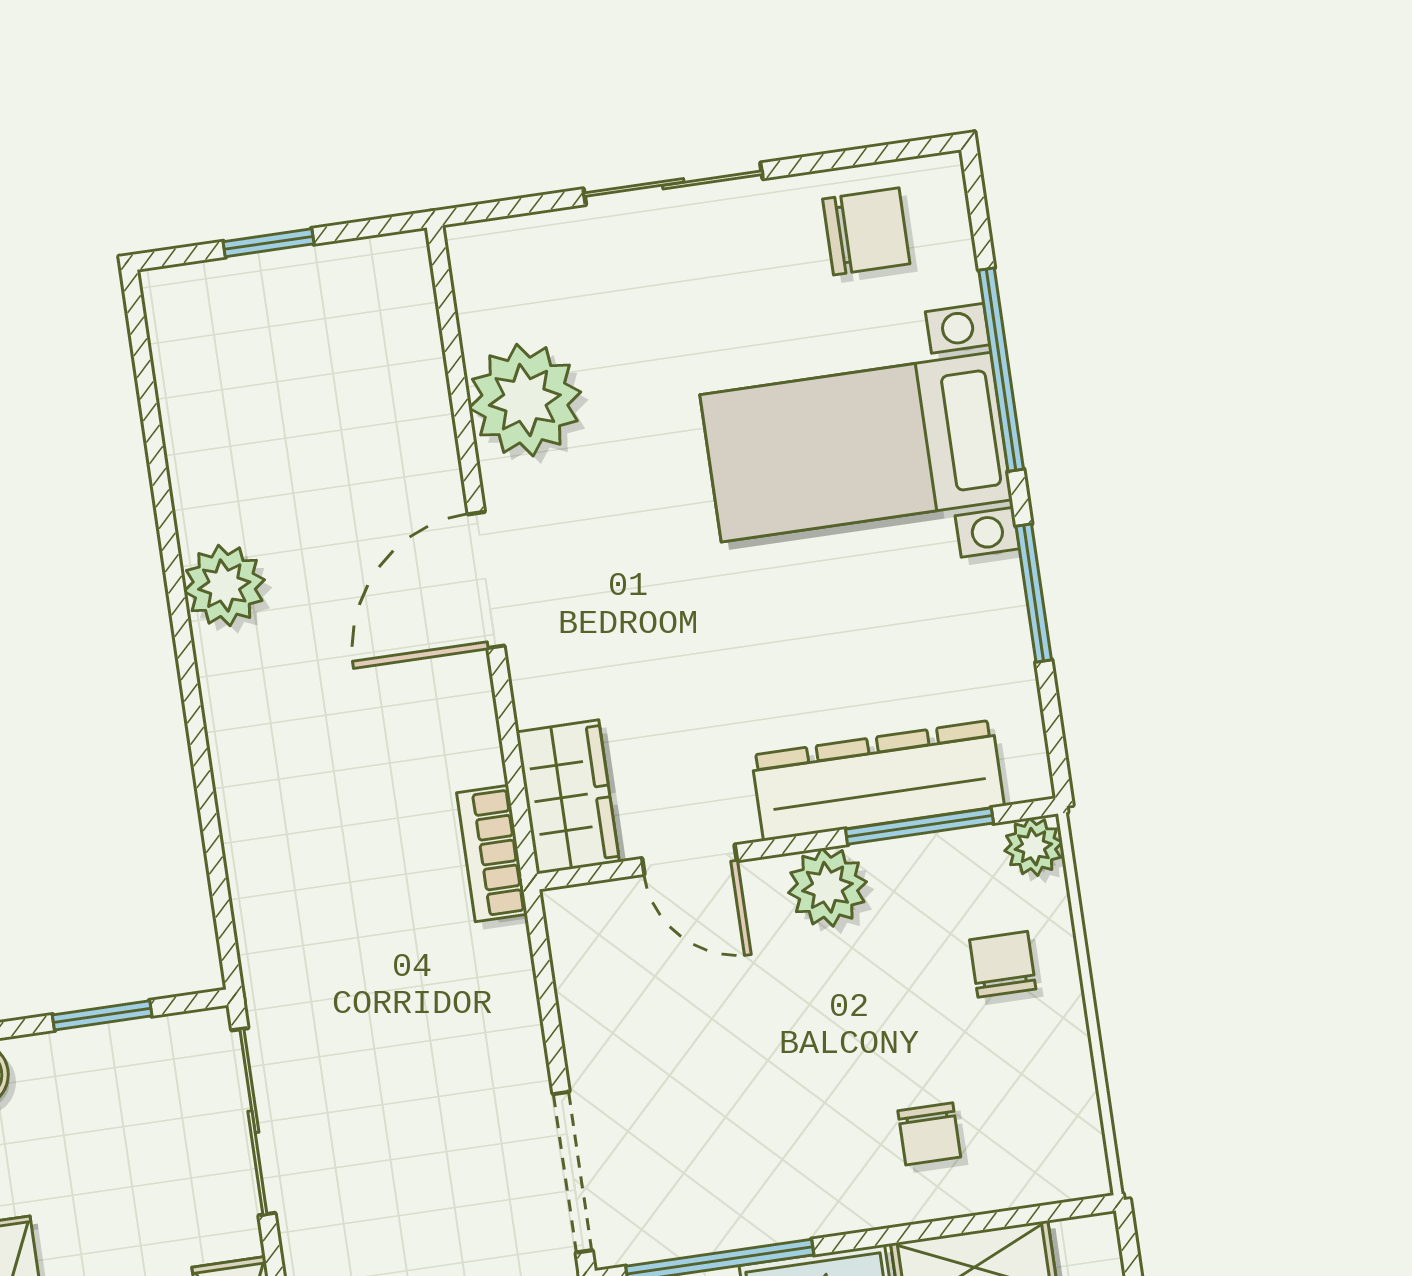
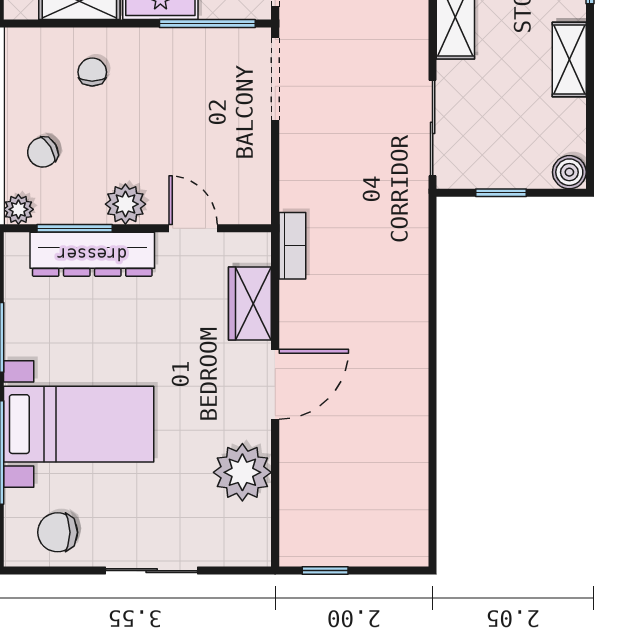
window: (269, 243) -> (325, 571), moved
plant: (224, 586) -> (408, 401), removed
wardrobe: (568, 797) -> (250, 304), moved
chair: (1003, 964) -> (43, 152), turned 60

